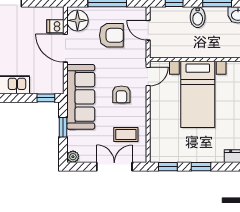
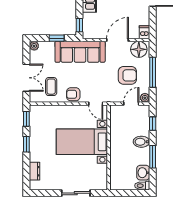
plant: (140, 13) -> (145, 98), added
dishwasher: (55, 26) -> (144, 32), moved
armchair: (111, 35) -> (127, 75), turned -90
armchair: (121, 94) -> (73, 94), moved

